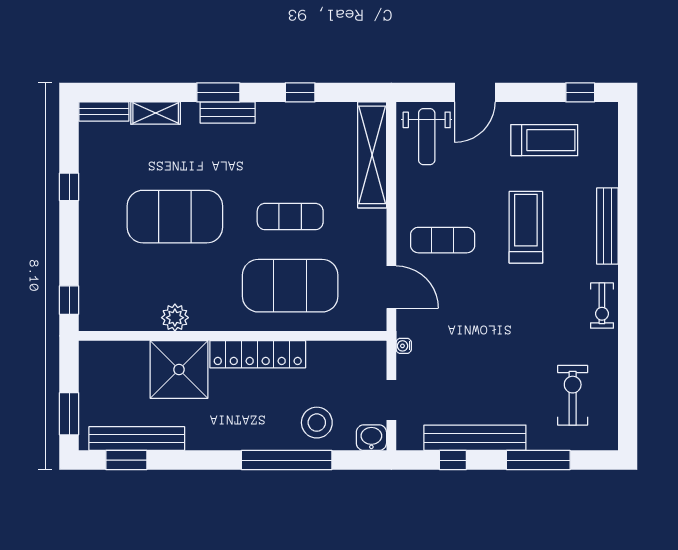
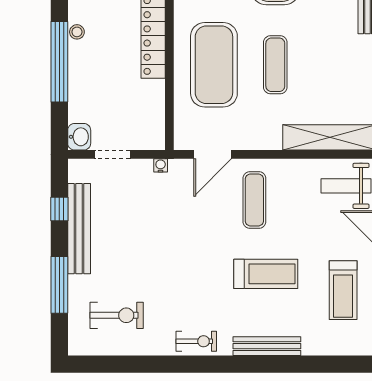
exercise bike: (602, 306) -> (196, 341), turned 180
stool: (317, 423) -> (77, 32), moved, width x0.53, depth x0.53

